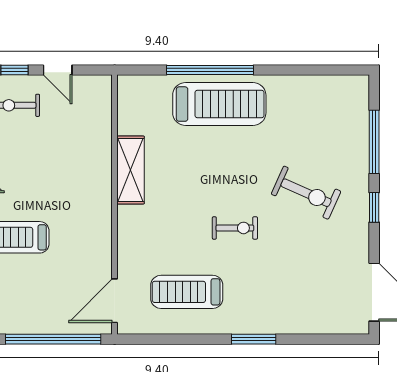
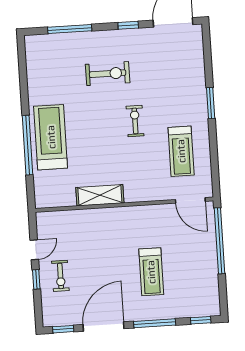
exercise bike: (306, 193) -> (108, 74), turned 66
window: (374, 207) -> (128, 25), moved

